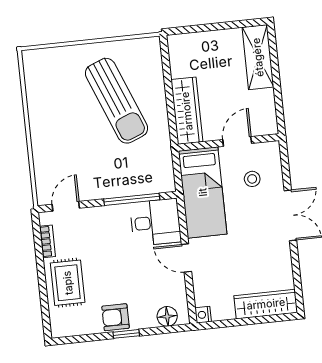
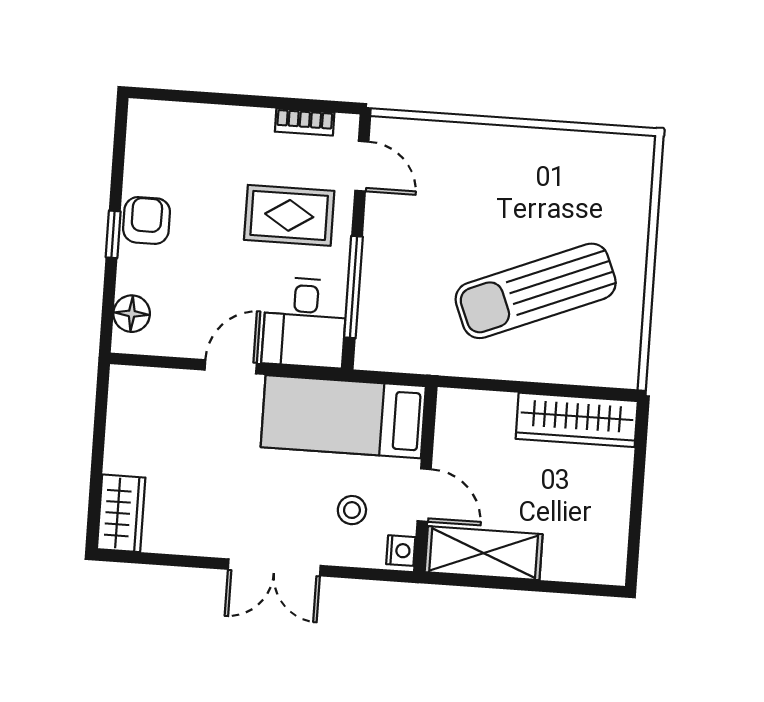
shelving: (258, 57) -> (484, 553), moved
wardrobe: (187, 111) -> (577, 420), moved
rug: (68, 283) -> (289, 215), moved
wardrobe: (266, 304) -> (121, 513), width x0.67
nightstand: (203, 315) -> (401, 551), moved, turned 90

